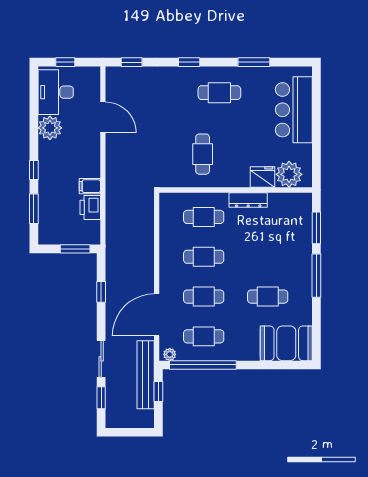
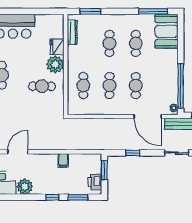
plant: (289, 174) -> (55, 64), moved
dresser: (248, 200) -> (72, 32), moved
printer: (90, 207) -> (95, 182), moved, turned 90
window: (316, 276) -> (153, 11), moved
cafe table: (204, 336) -> (110, 43), moved

